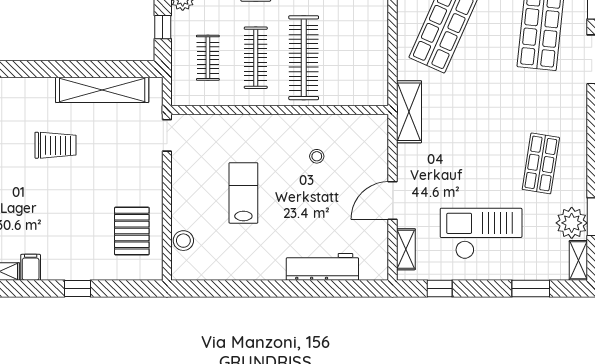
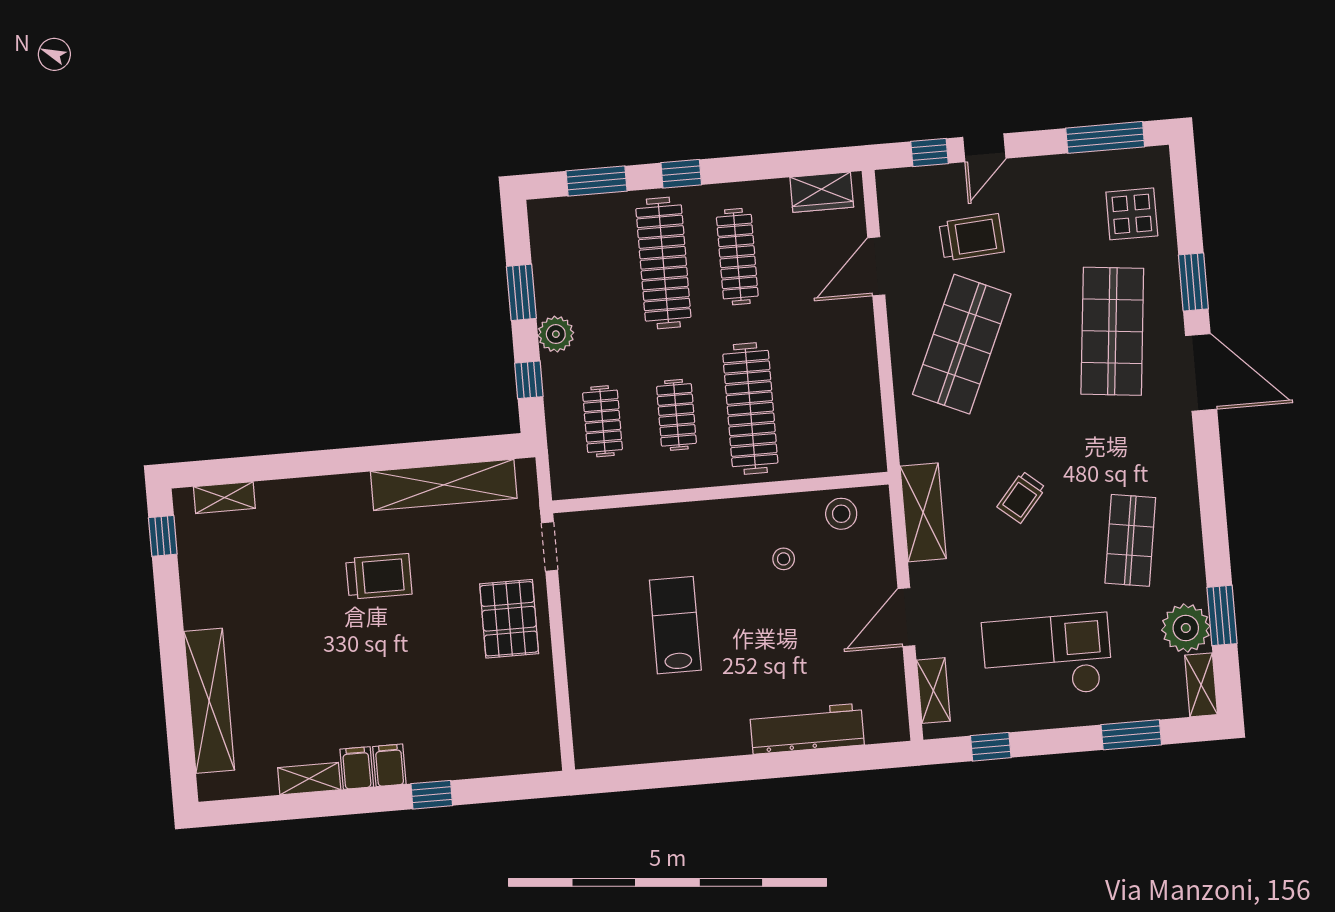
clothes rail: (256, 58) -> (676, 415), width x0.73
shelving: (409, 112) -> (923, 512), moved
trolley: (473, 130) -> (1021, 497), added
pallet: (132, 231) -> (509, 619), moved
stool: (183, 241) -> (841, 514), moved
filing cabinet: (52, 267) -> (389, 765), added

